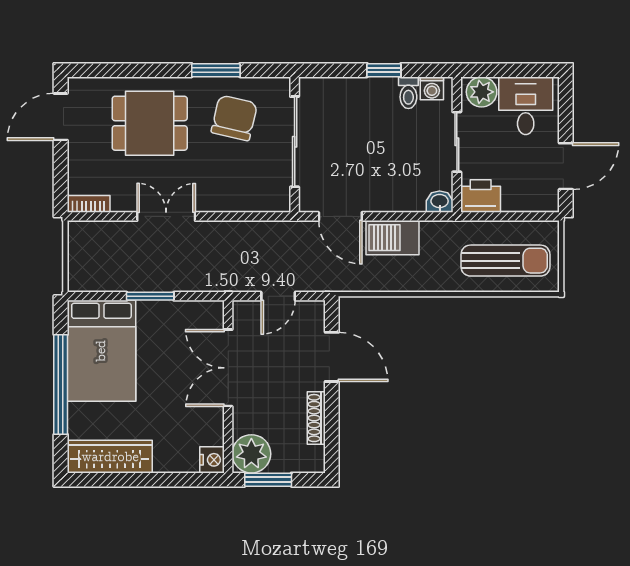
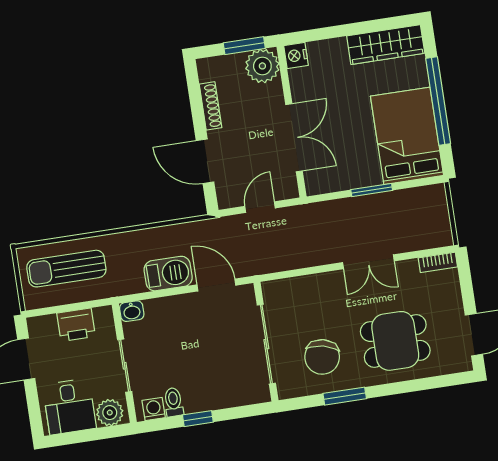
printer: (481, 196) -> (76, 325), moved

